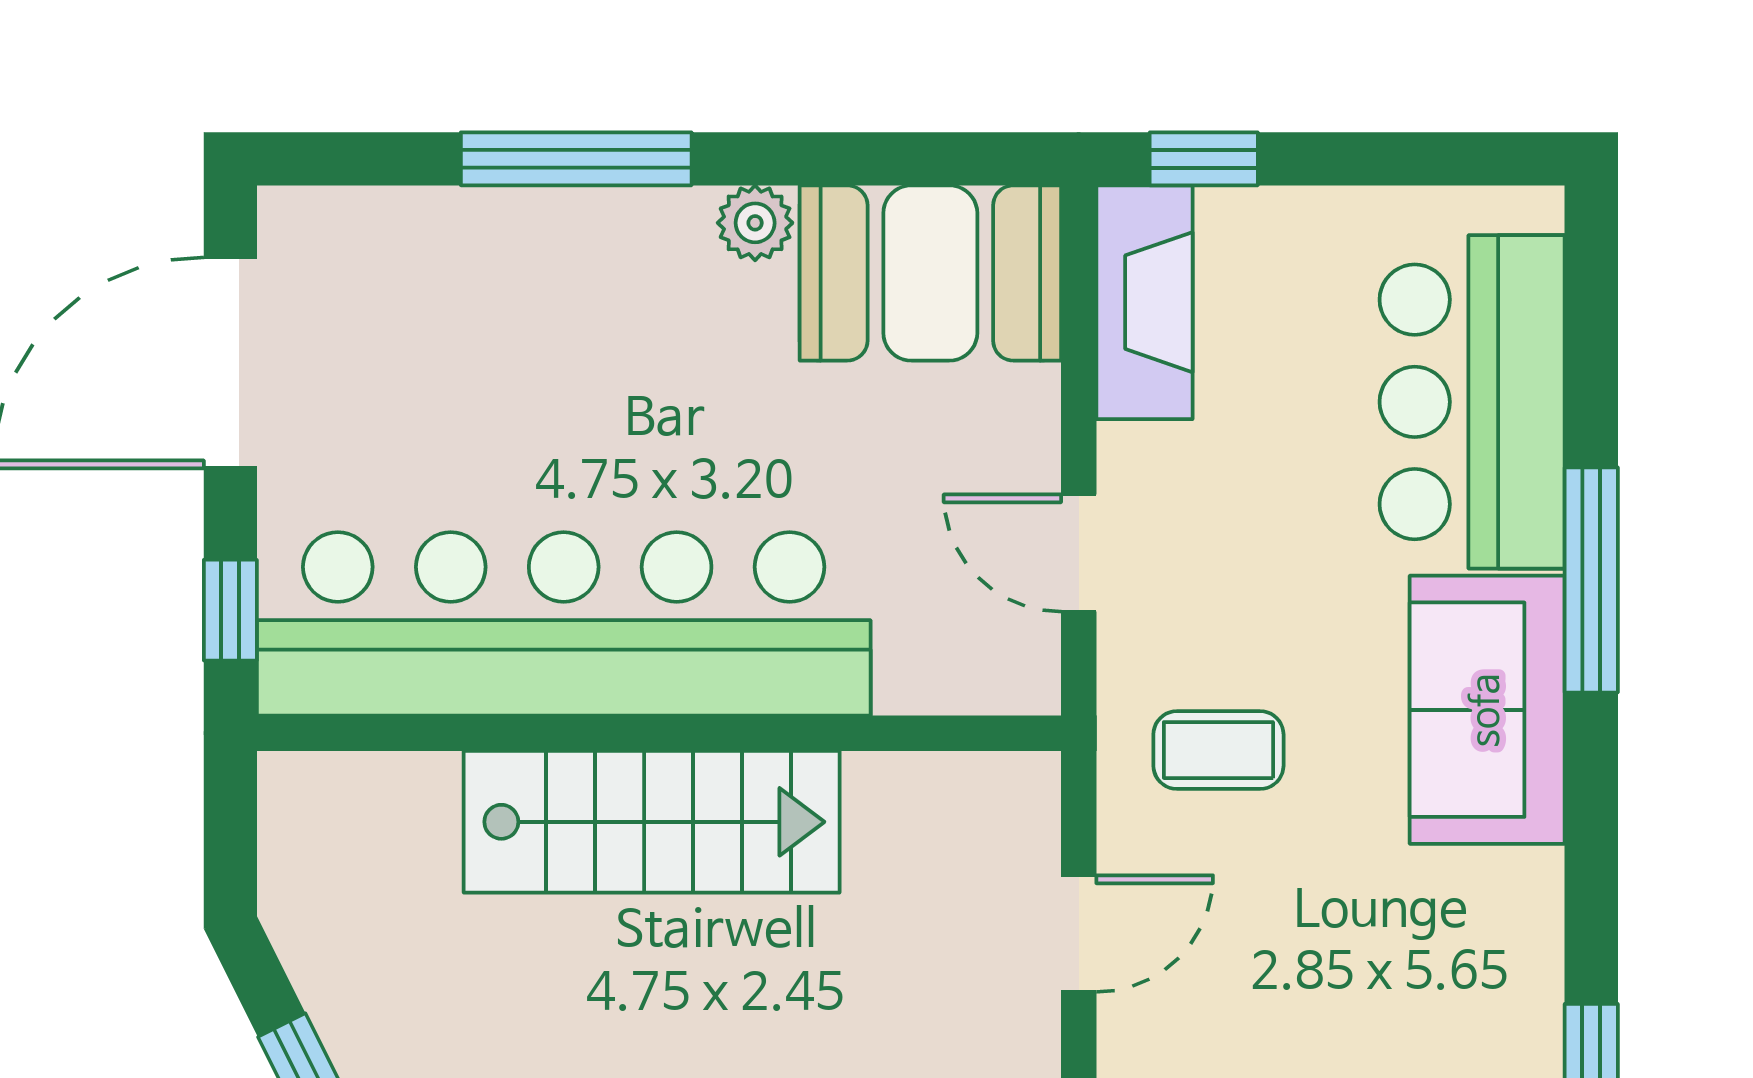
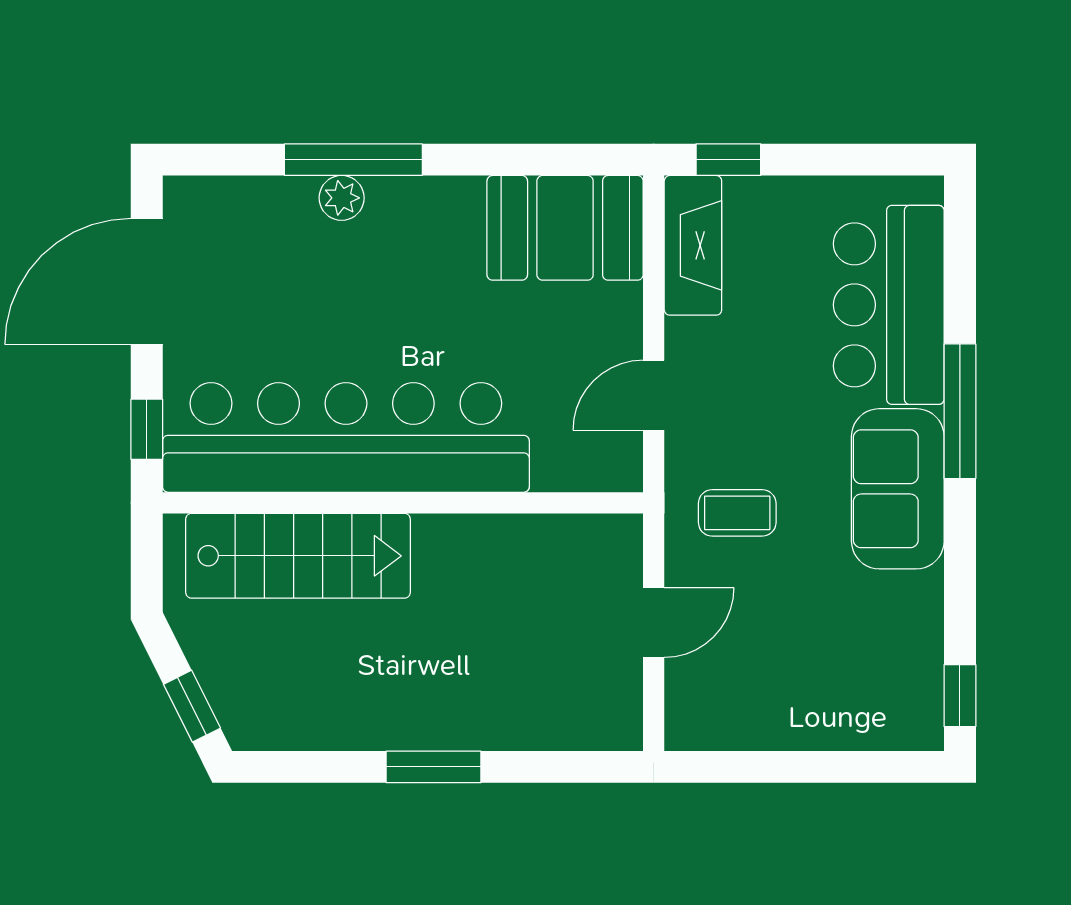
plant: (755, 223) -> (342, 198), moved
door: (1079, 553) -> (654, 395), hinge flipped
stairs: (652, 822) -> (298, 556), moved

